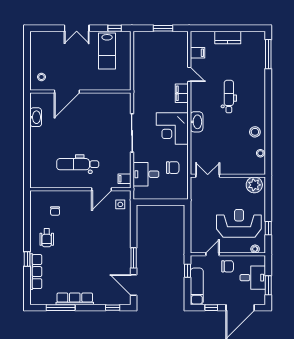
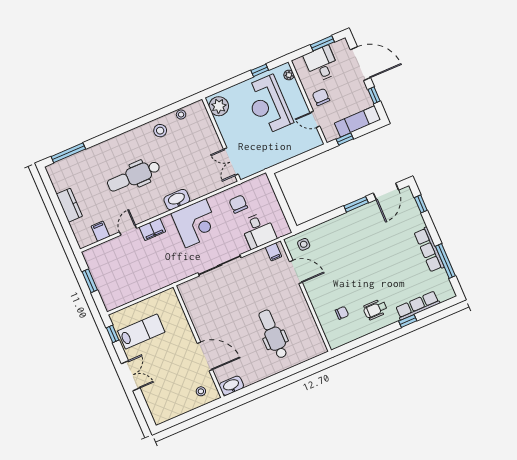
dental chair: (229, 97) -> (134, 176), width x1.36, depth x1.38
washbasin: (36, 117) -> (231, 386), moved
dental chair: (78, 164) -> (273, 334), moved, turned 180
wheelchair: (47, 238) -> (375, 309), turned 180

